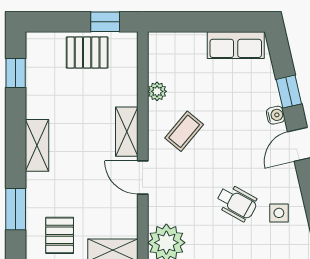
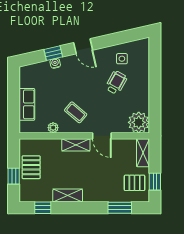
window: (105, 22) -> (14, 176), moved
row of seats: (236, 45) -> (27, 104), moved
water cooler: (276, 115) -> (55, 63), moved
shelving: (37, 145) -> (68, 196), moved
door: (143, 178) -> (102, 136), hinge flipped

